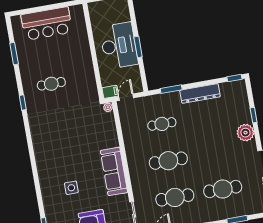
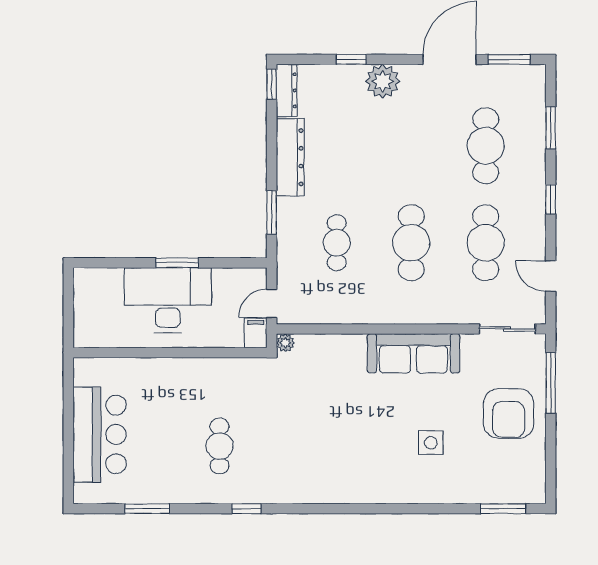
dresser: (233, 86) -> (287, 90), added
door: (126, 97) -> (272, 304), hinge flipped

